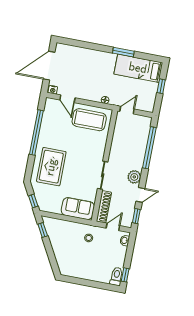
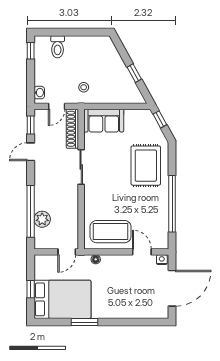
bed: (138, 68) -> (62, 299), width x1.50
plant: (134, 177) -> (42, 219), moved
window: (43, 230) -> (134, 73), moved
toilet: (116, 276) -> (58, 47), moved

